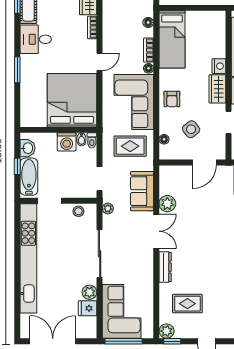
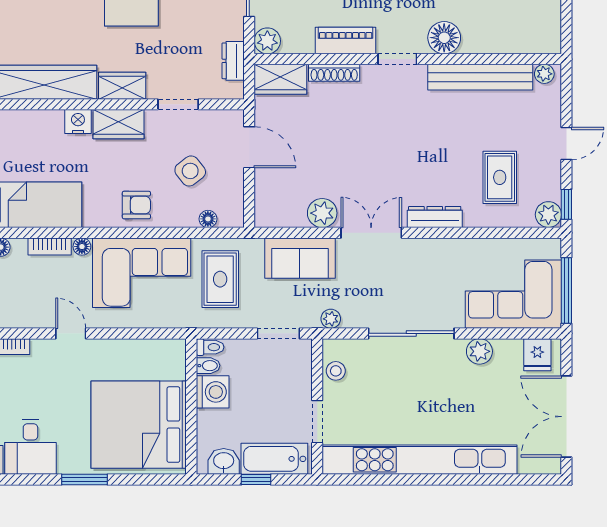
bed: (72, 100) -> (139, 425), moved
fridge: (88, 308) -> (537, 355), moved

